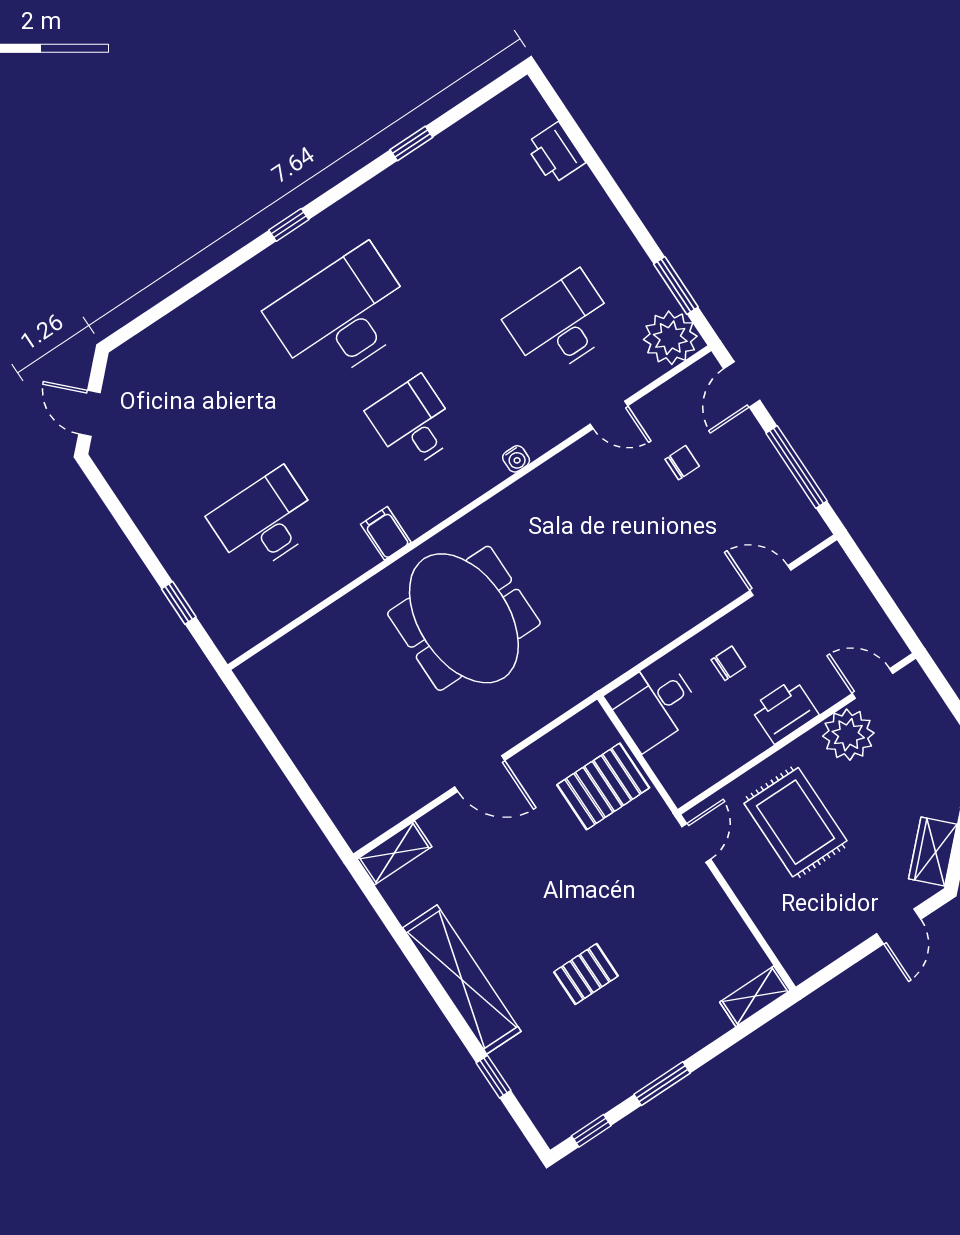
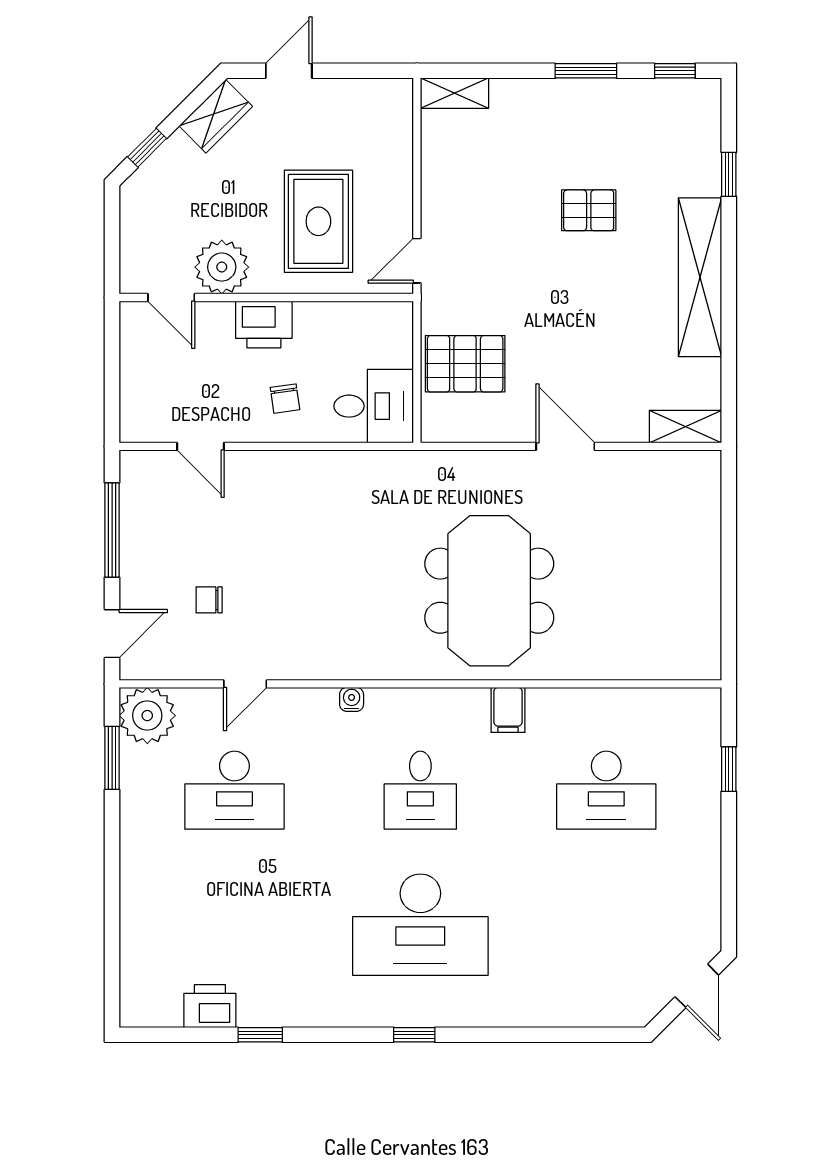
printer: (555, 153) -> (210, 1006), moved, turned -90
door: (609, 415) -> (245, 684), swing flipped
chair: (728, 663) -> (285, 399), turned -98

